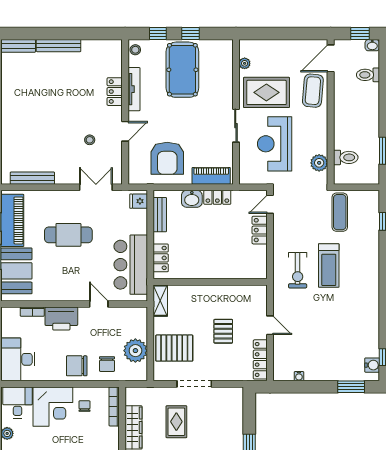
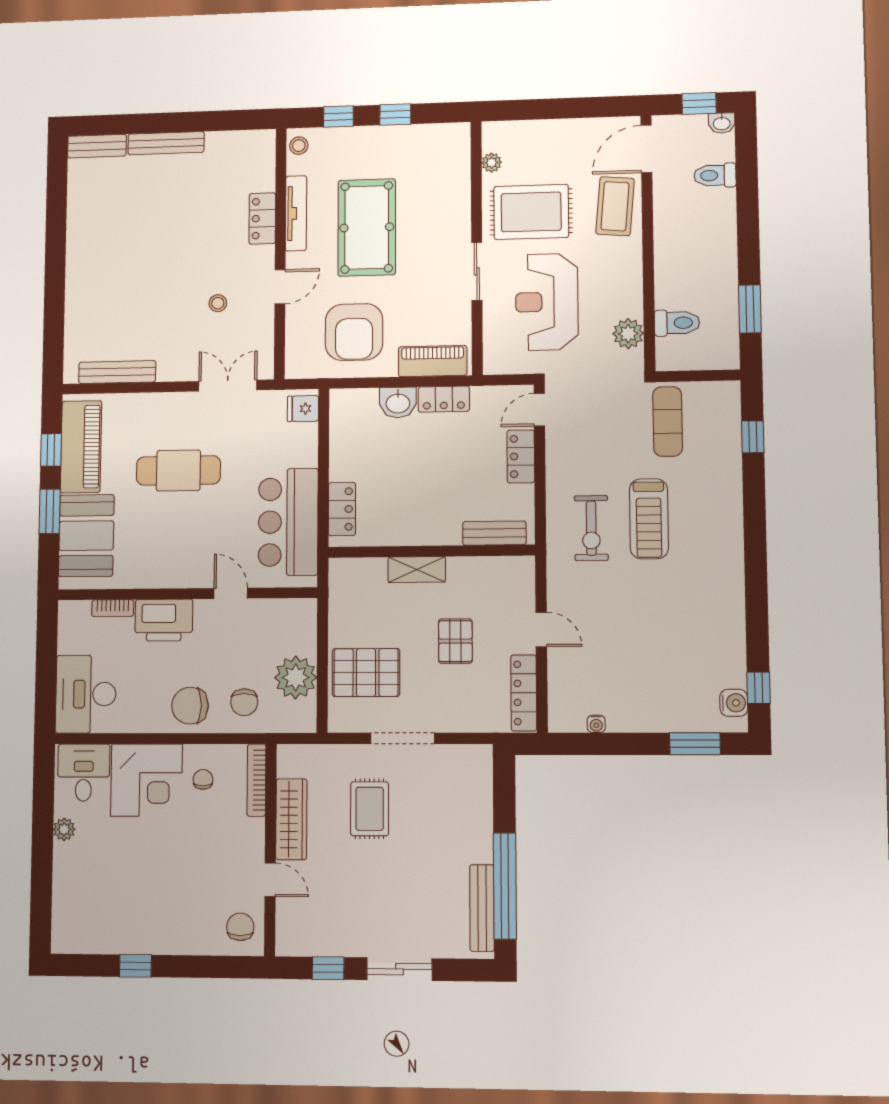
pool table: (182, 70) -> (367, 227), moved
bench: (160, 215) -> (494, 533), moved, turned 90
shelving: (160, 301) -> (417, 570), moved, turned 90

